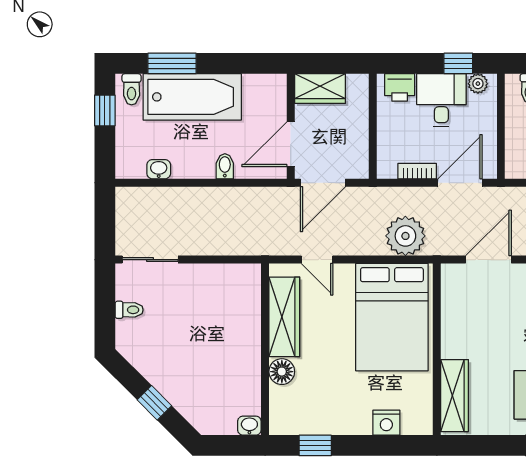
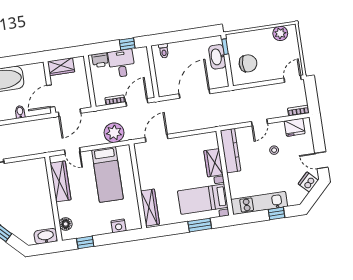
plant: (478, 84) -> (138, 52), removed
bed: (392, 317) -> (107, 174), width x0.67
floor lamp: (282, 372) -> (66, 224), moved
washbasin: (249, 426) -> (46, 236), width x1.91, depth x1.45

